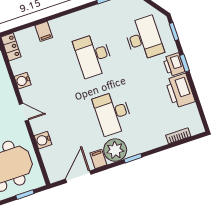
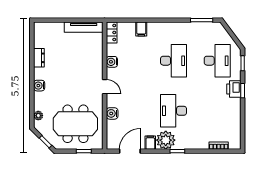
desk: (93, 55) -> (174, 61), turned 180
printer: (180, 91) -> (232, 111), removed

